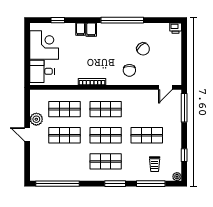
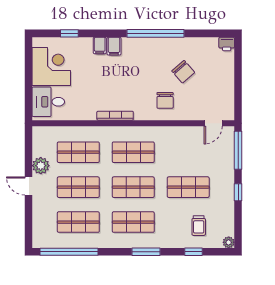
window: (184, 155) -> (238, 192), moved
shop shelf: (64, 161) -> (78, 222), added
window: (151, 184) -> (194, 252), width x0.46

